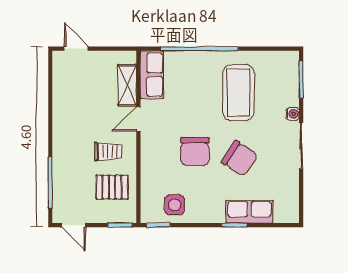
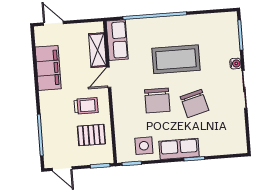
coffee table: (239, 93) -> (176, 59), moved, turned 90
filing cabinet: (66, 102) -> (48, 68), added
chair: (240, 158) -> (195, 104), turned 42
row of seats: (249, 212) -> (179, 149), moved

